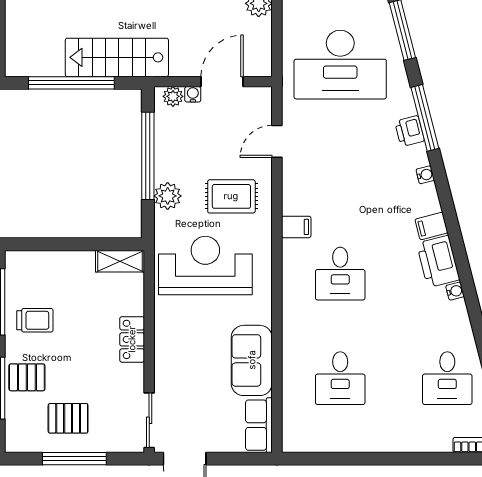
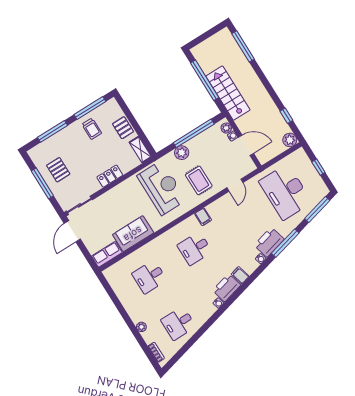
printer: (410, 131) -> (269, 242), width x1.87, depth x1.48
door: (277, 141) -> (235, 185), swing flipped
pallet: (27, 377) -> (123, 128), moved
plant: (415, 443) -> (141, 327), added

